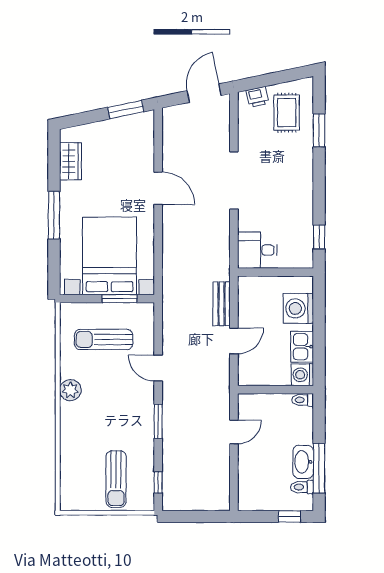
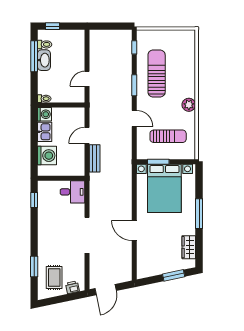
window: (126, 110) -> (174, 275), moved
sun lounger: (116, 479) -> (157, 74), moved, width x1.36, depth x1.34

